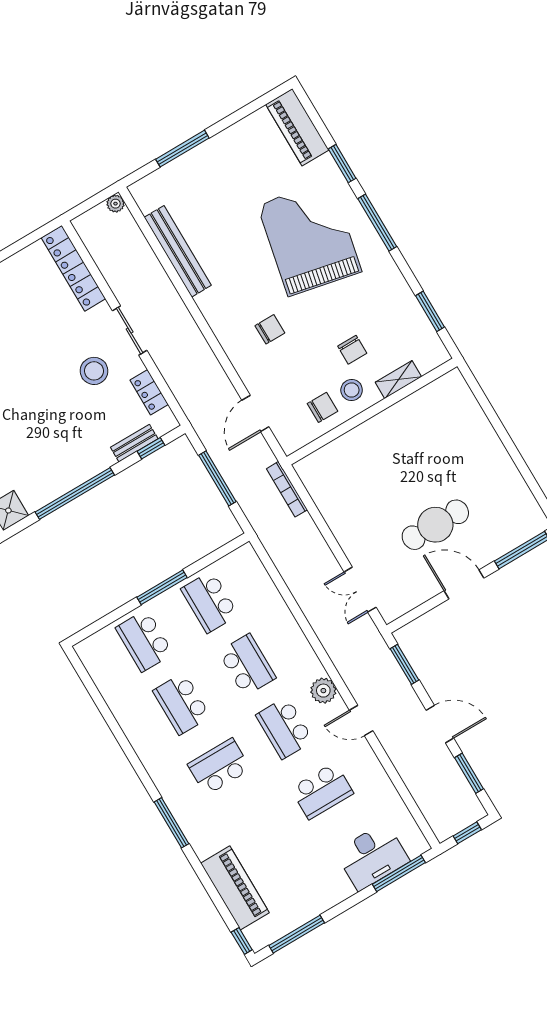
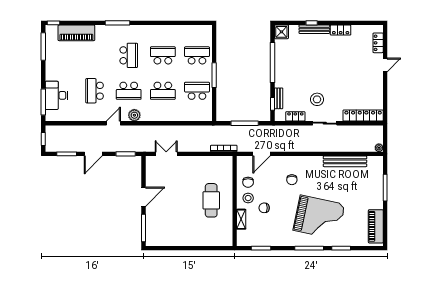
piano: (297, 127) -> (376, 226), moved, turned -90
door: (255, 413) -> (262, 154), swing flipped
cafe table: (435, 525) -> (211, 200), moved
school desk: (285, 728) -> (129, 91), turned 180

